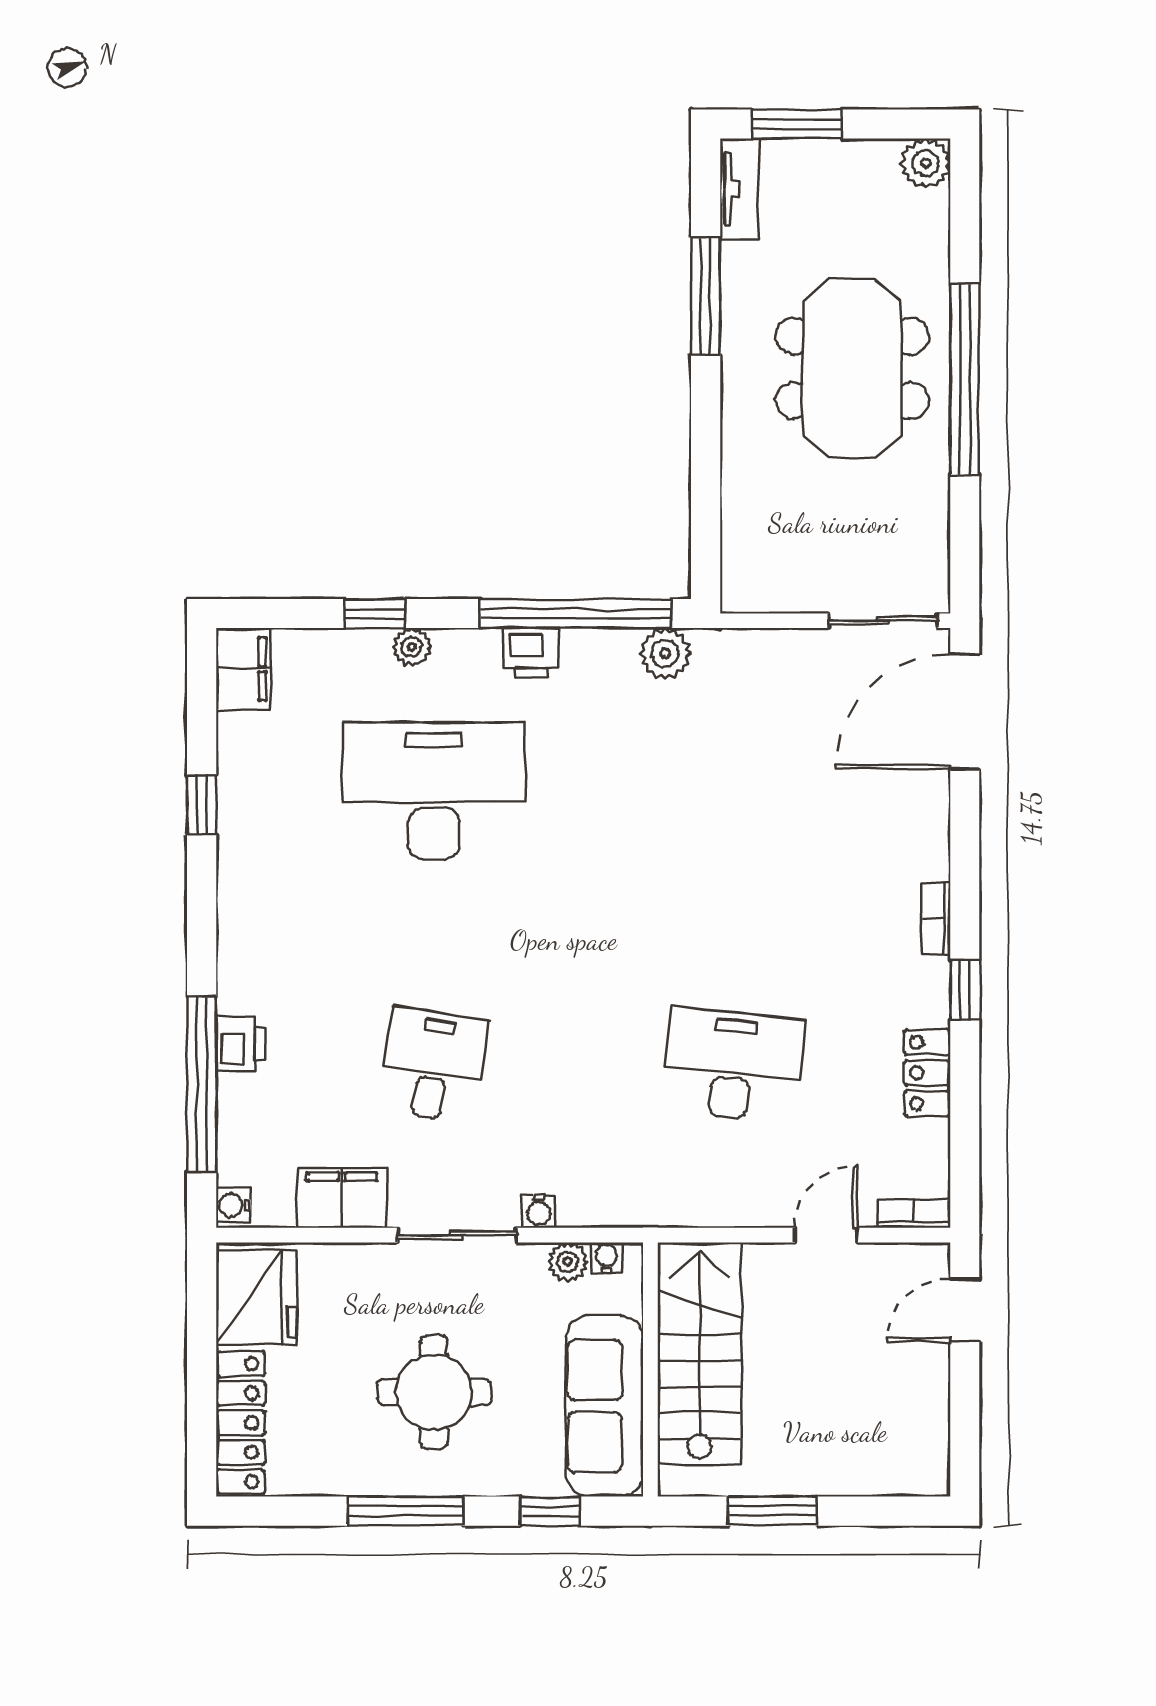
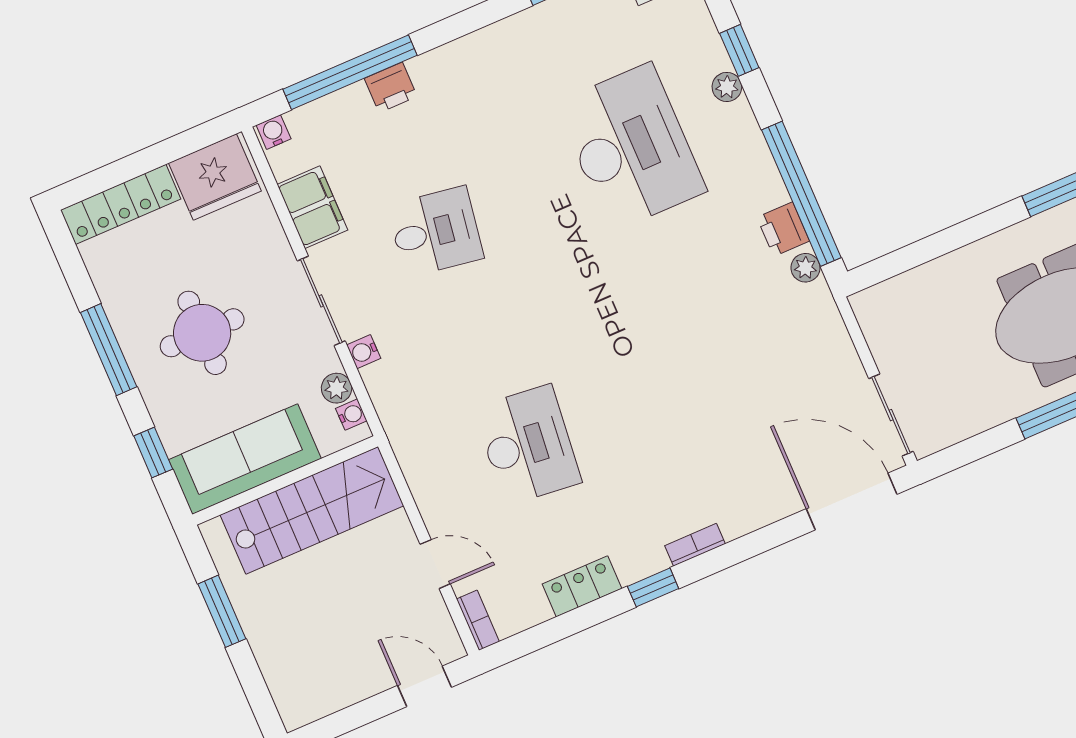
printer: (531, 653) -> (783, 229), moved
plant: (665, 653) -> (805, 268), width x0.73, depth x0.73

